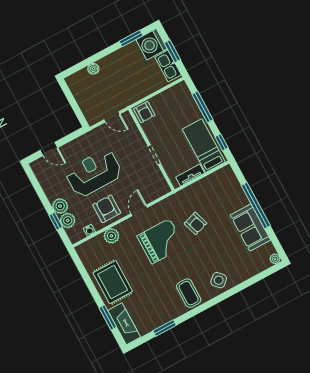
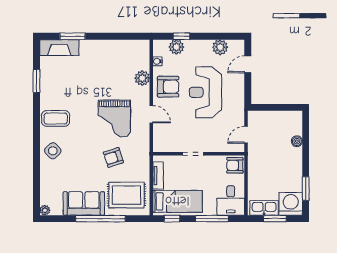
desk: (177, 99) -> (231, 200), added
reception desk: (94, 173) -> (206, 92), turned 180
plant: (60, 206) -> (220, 47), moved
rug: (113, 282) -> (126, 195), moved

